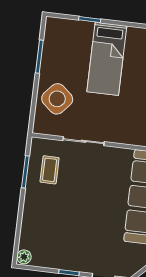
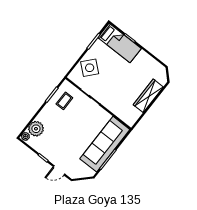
bed: (107, 59) -> (120, 43), moved, turned -90
plant: (33, 236) -> (36, 129), added

